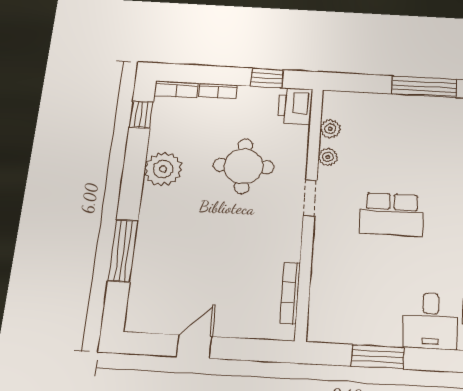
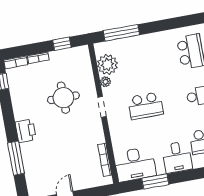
window: (424, 87) -> (121, 33), moved
printer: (295, 106) -> (26, 131), moved, turned 180
plant: (330, 129) -> (108, 64), width x1.88, depth x1.88
plant: (163, 169) -> (23, 109), removed
desk: (346, 315) -> (135, 164), added

